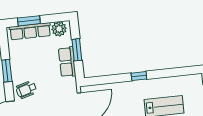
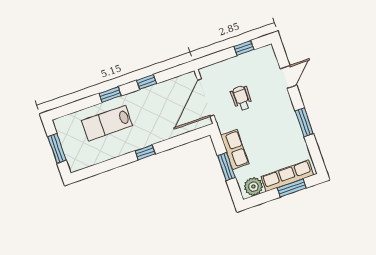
wheelchair: (26, 90) -> (241, 98), moved, turned -74

